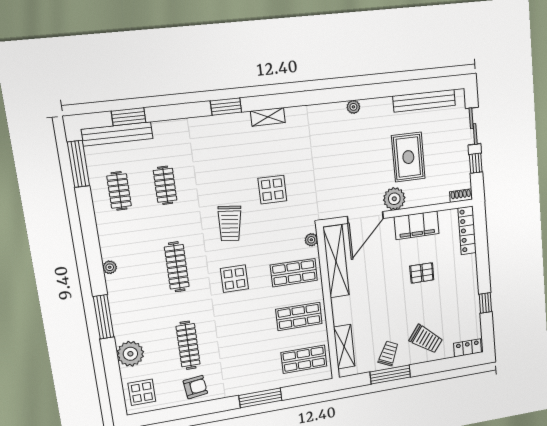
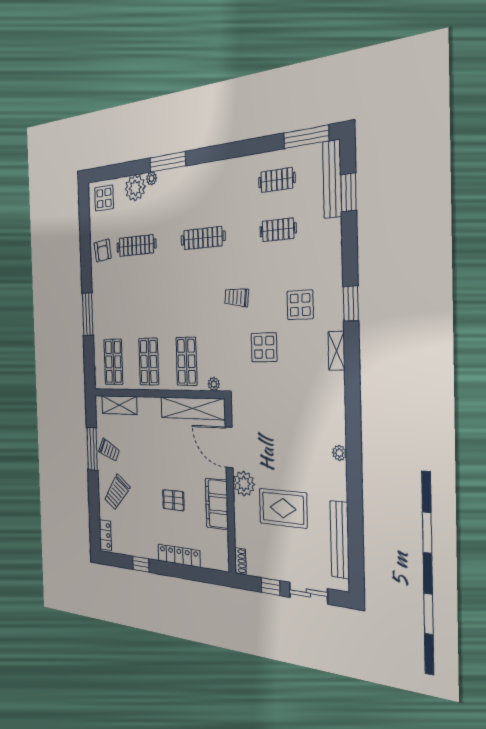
trolley: (230, 223) -> (237, 297), width x0.73, depth x0.72
locker: (467, 230) -> (179, 556), moved
plant: (110, 267) -> (152, 178), moved
pallet: (422, 273) -> (173, 500), turned 90
display table: (234, 279) -> (300, 305), moved

